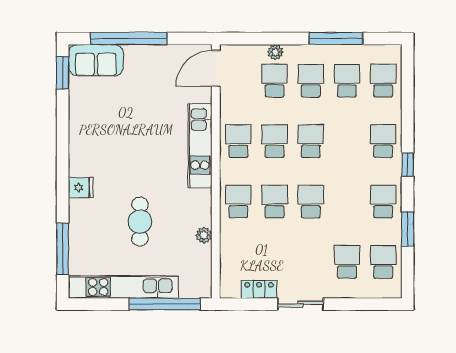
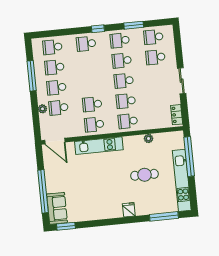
school desk: (311, 141) -> (122, 61), moved
locker: (259, 289) -> (177, 115), moved

